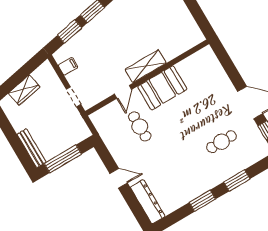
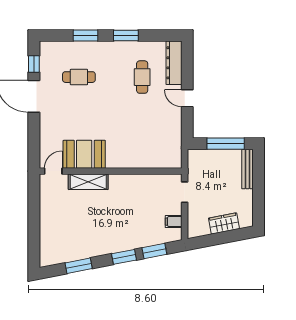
shelving: (146, 66) -> (88, 182), moved
booth: (162, 88) -> (84, 154), moved
door: (123, 92) -> (53, 171), moved
cafe table: (140, 126) -> (142, 77), moved

